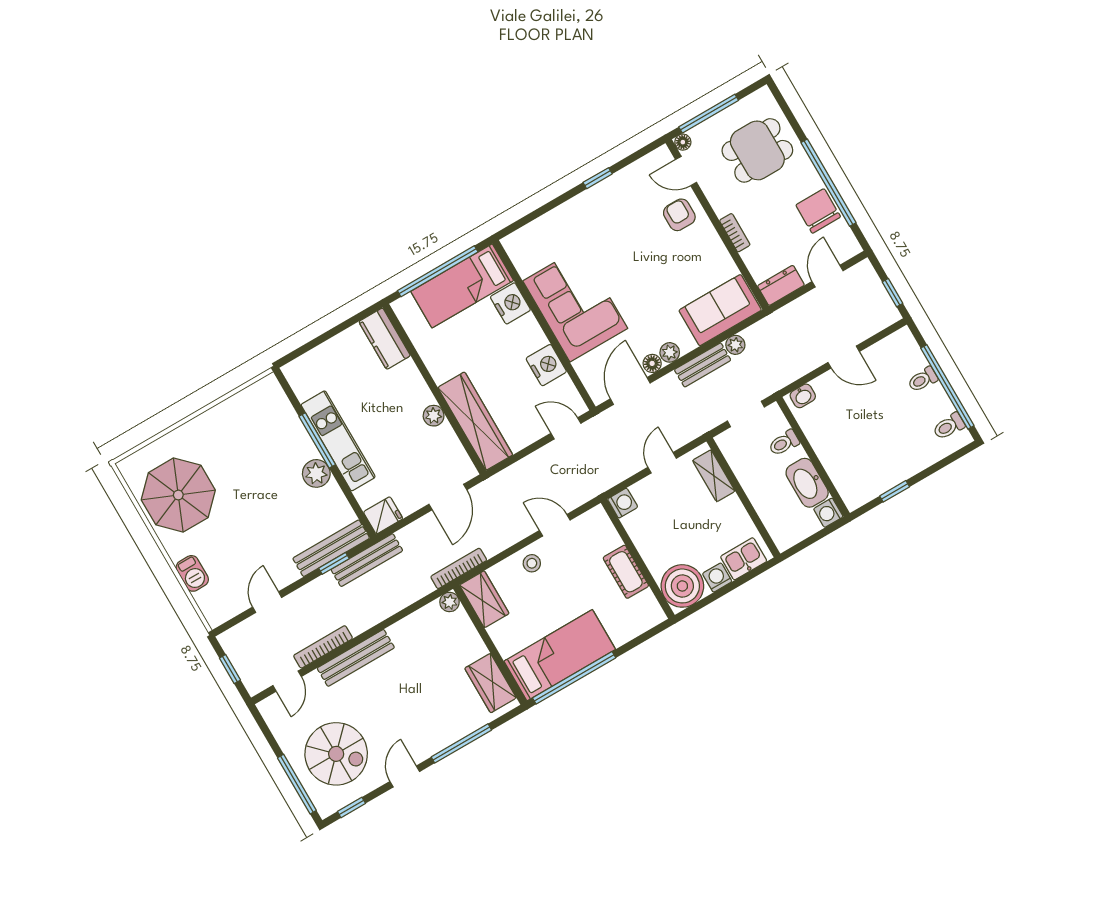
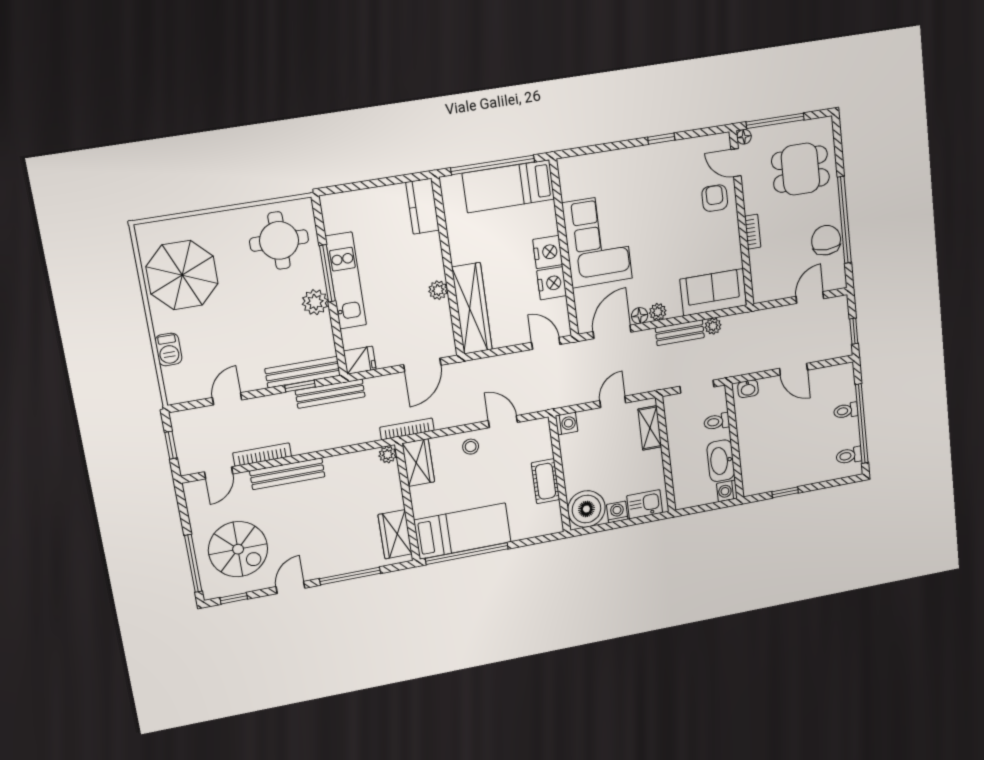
dresser: (781, 285) -> (770, 291), removed
nightstand: (510, 303) -> (548, 252), moved
round table: (258, 426) -> (279, 240), added

